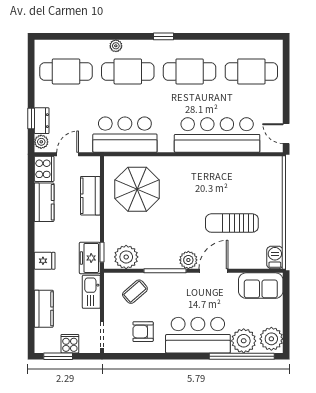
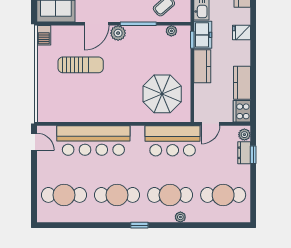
door: (68, 154) -> (211, 124), moved
kitchen counter: (90, 196) -> (202, 66), moved
plant: (126, 257) -> (171, 31), width x0.53, depth x0.53

